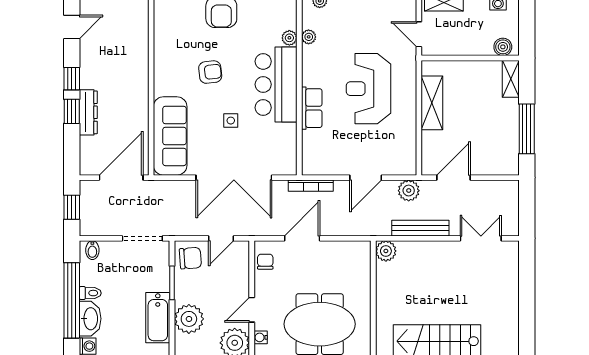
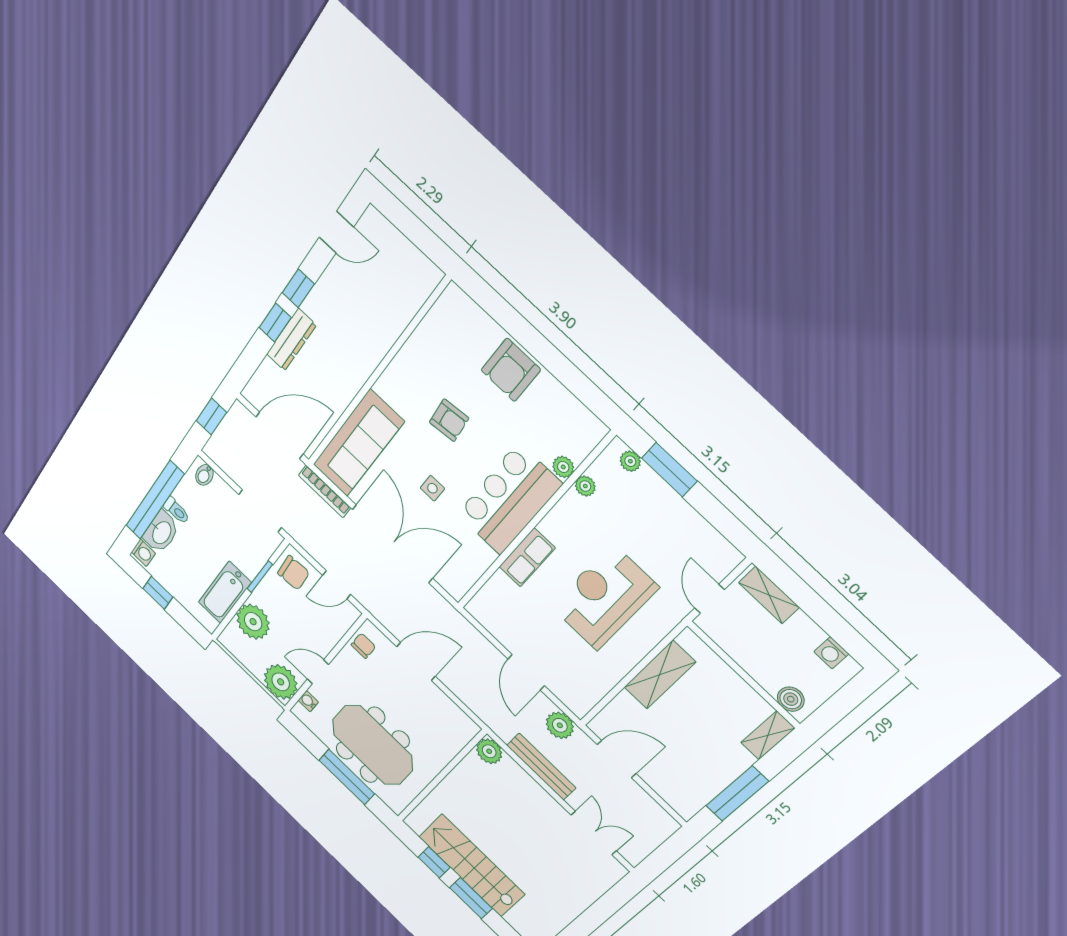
double door: (234, 178) -> (392, 544), swing flipped
door: (366, 178) -> (526, 672), hinge flipped
bookcase: (311, 186) -> (325, 491), moved

